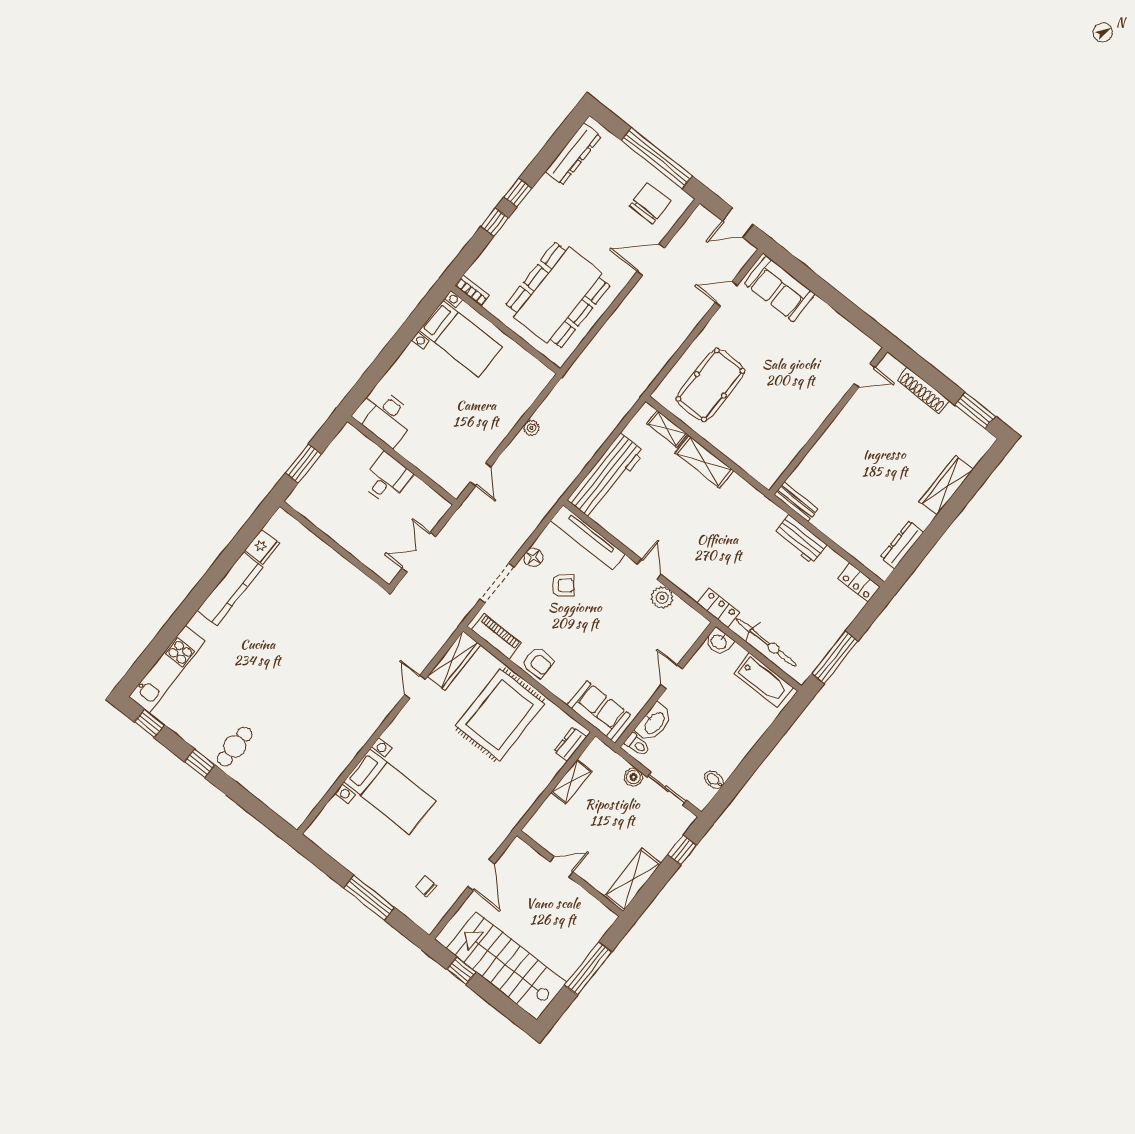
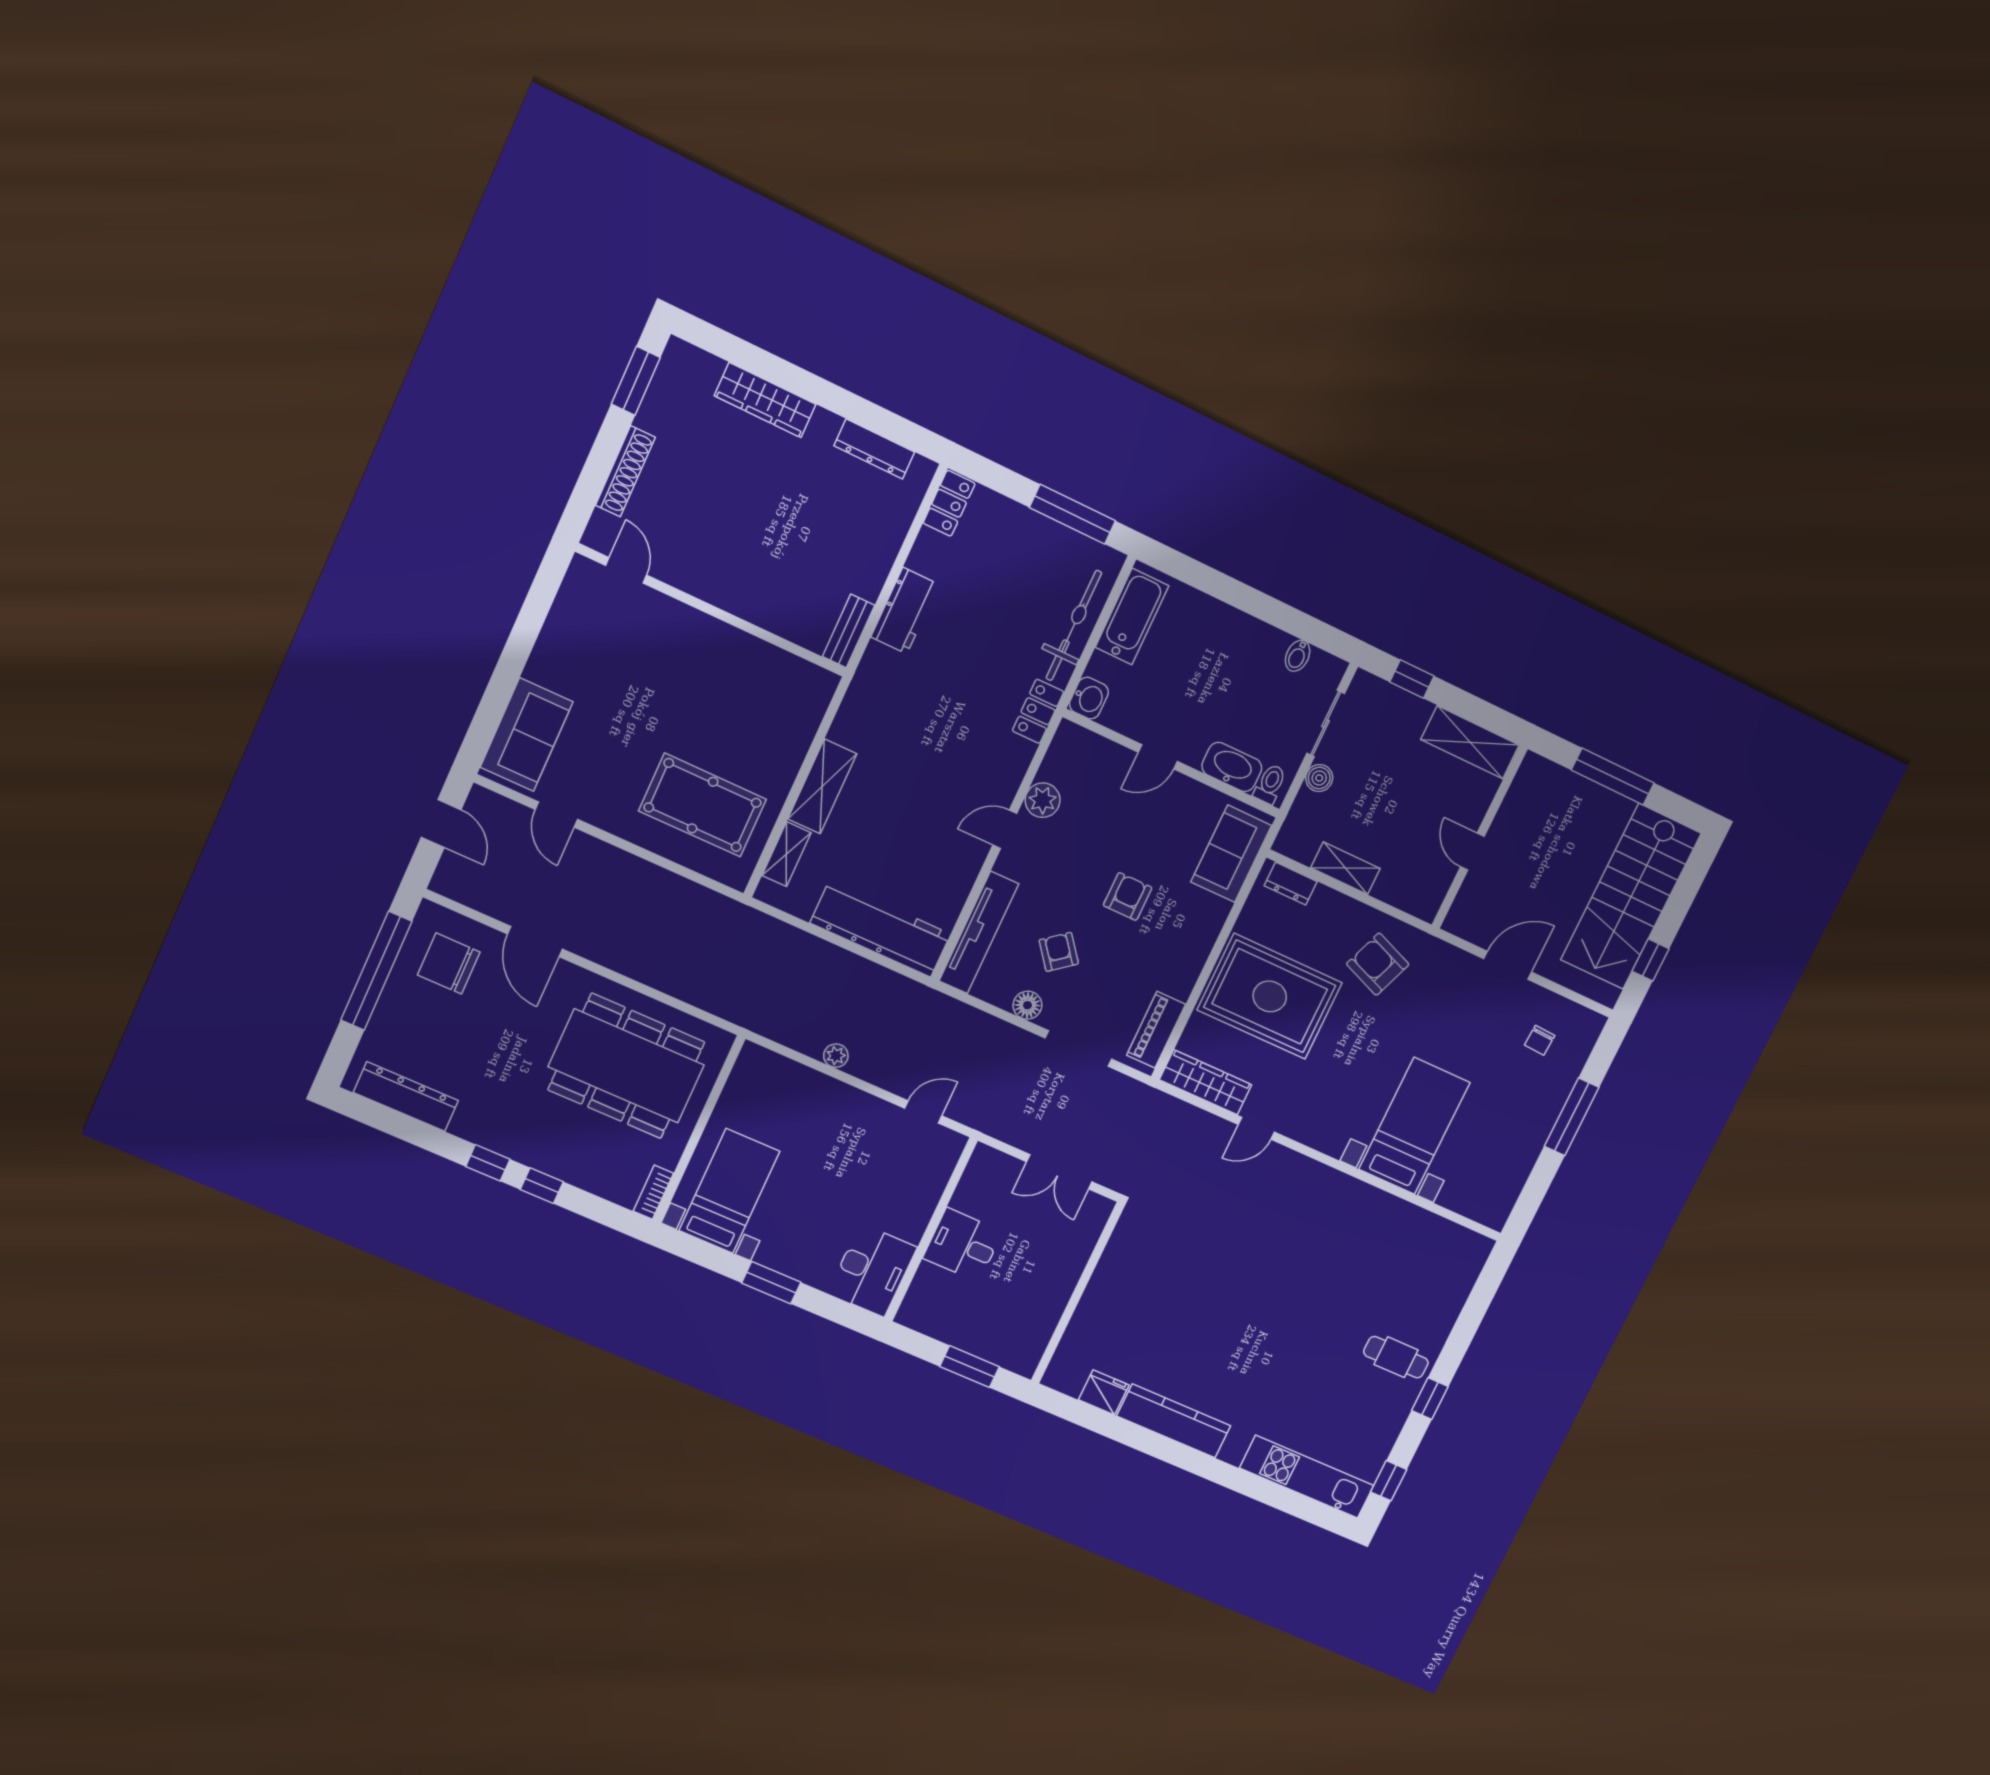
window: (393, 350) -> (771, 1283), added
armchair: (538, 663) -> (1128, 896), moved
armchair: (503, 790) -> (1378, 964), added

